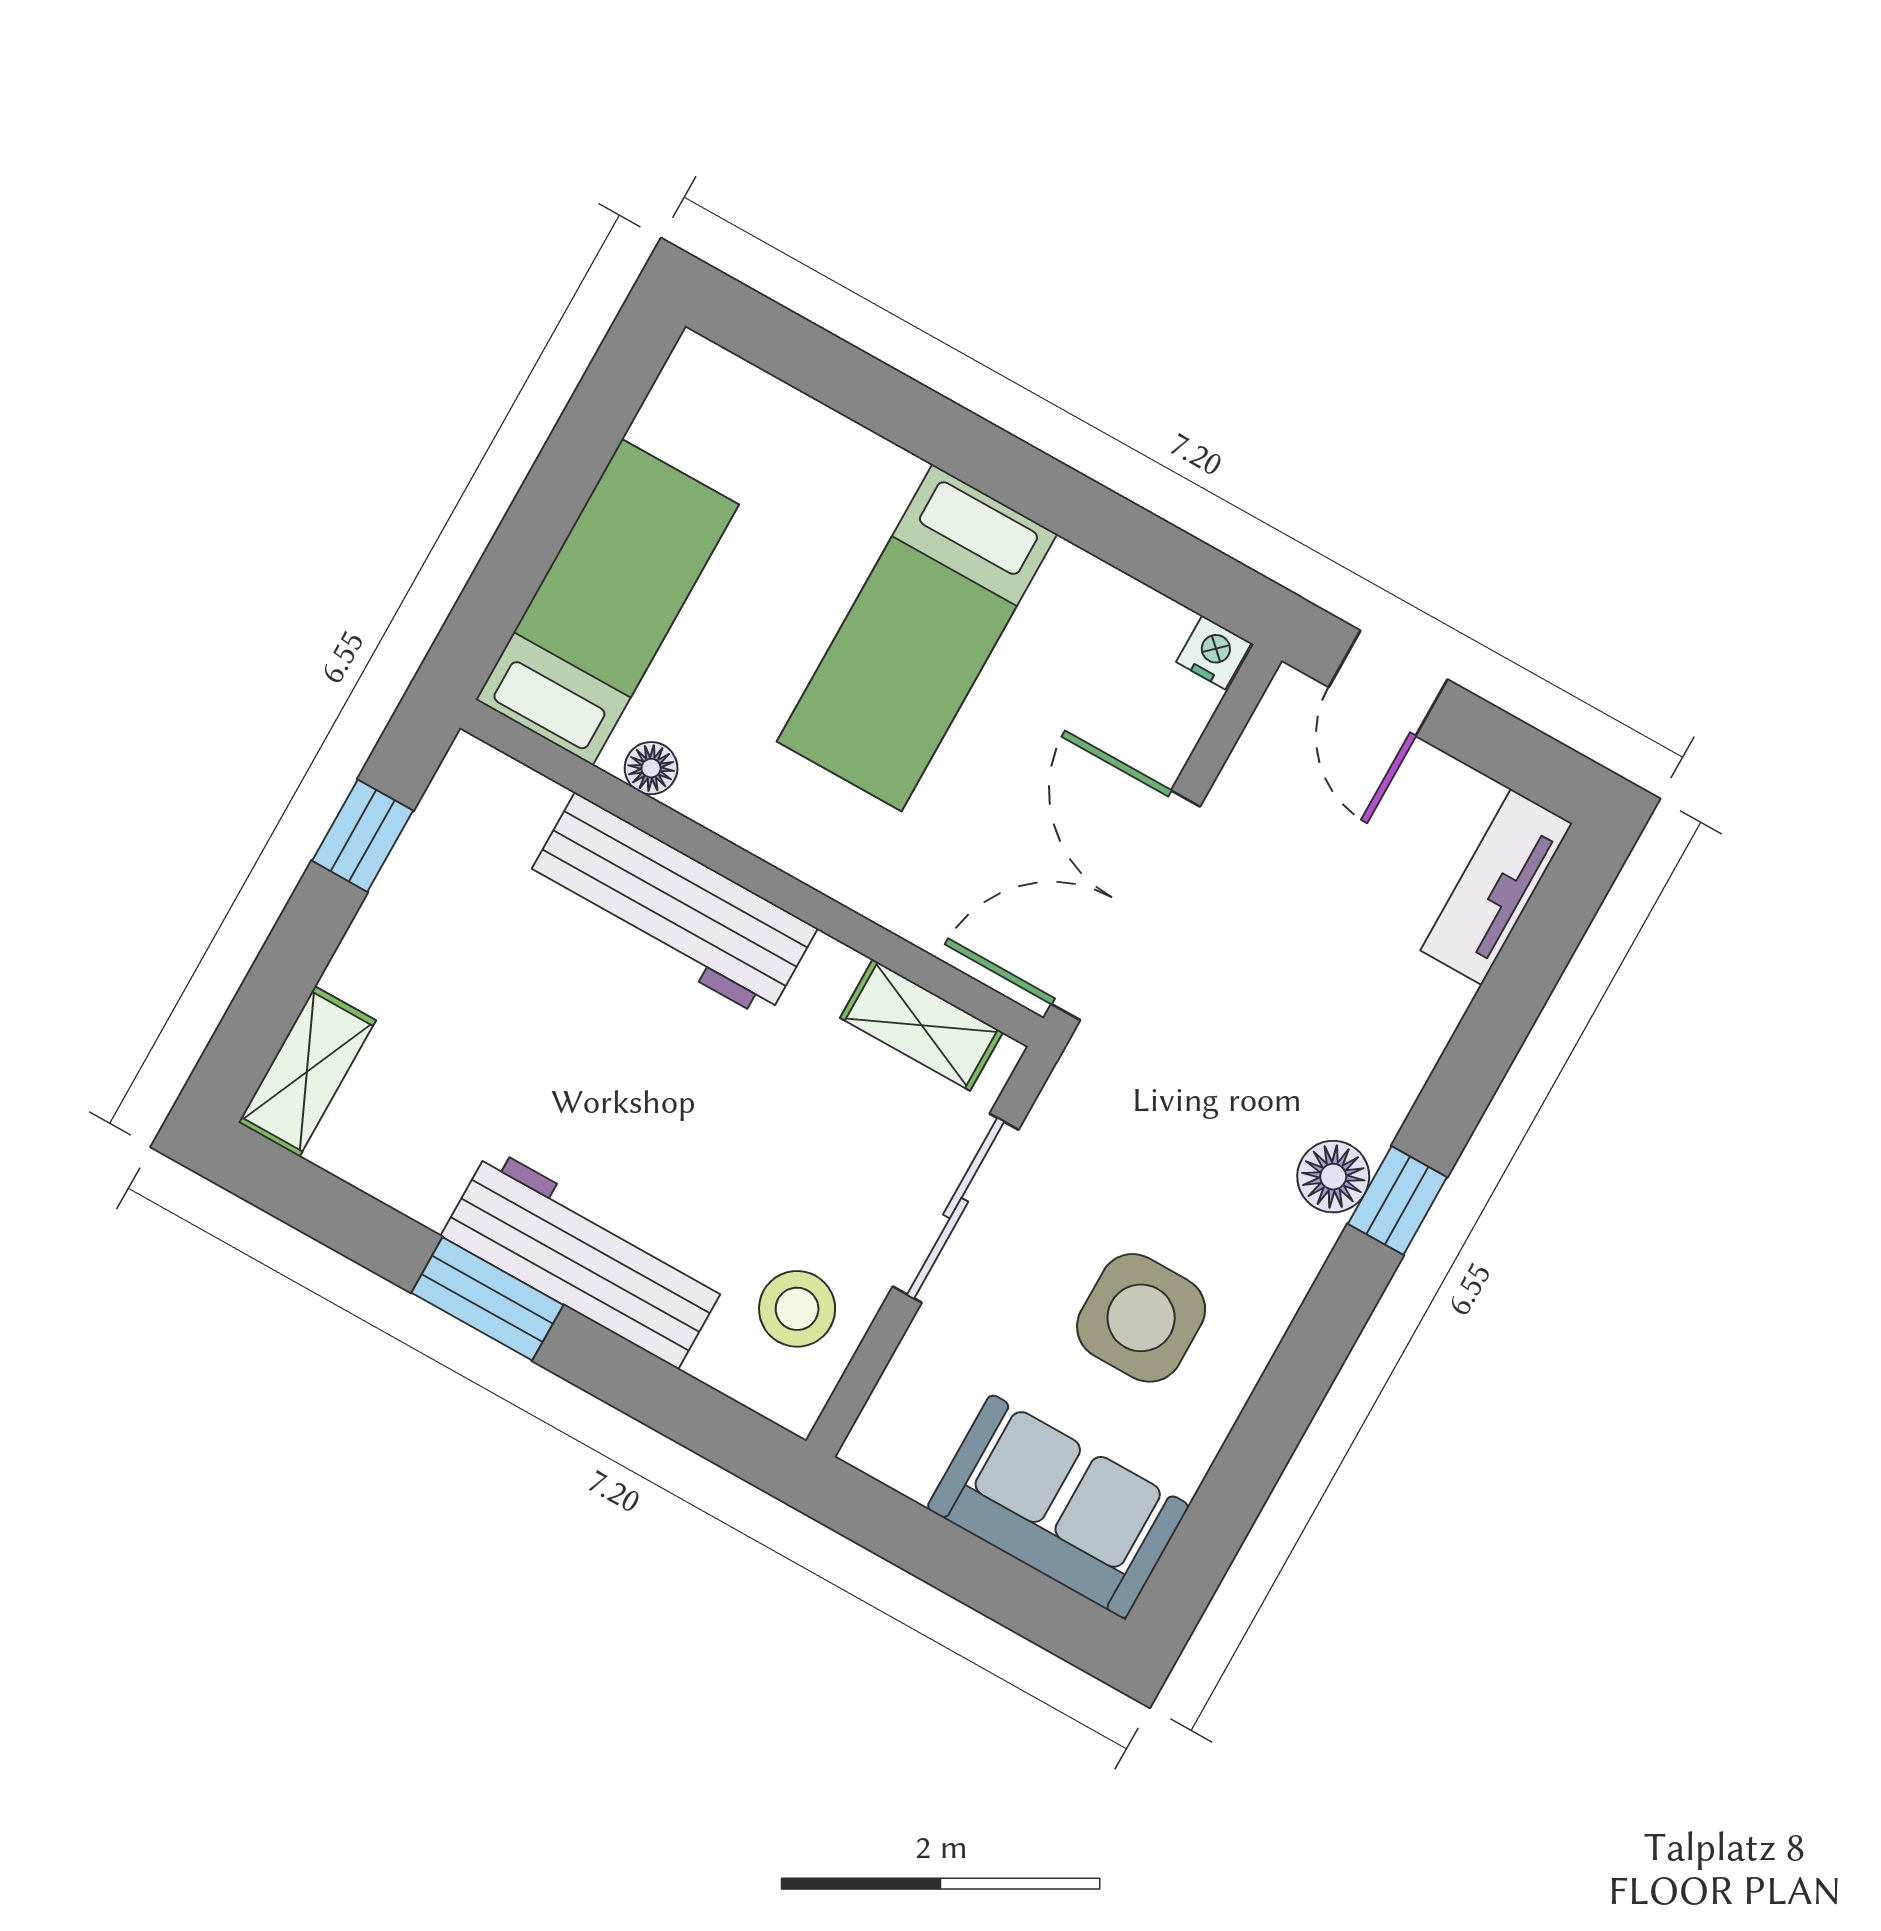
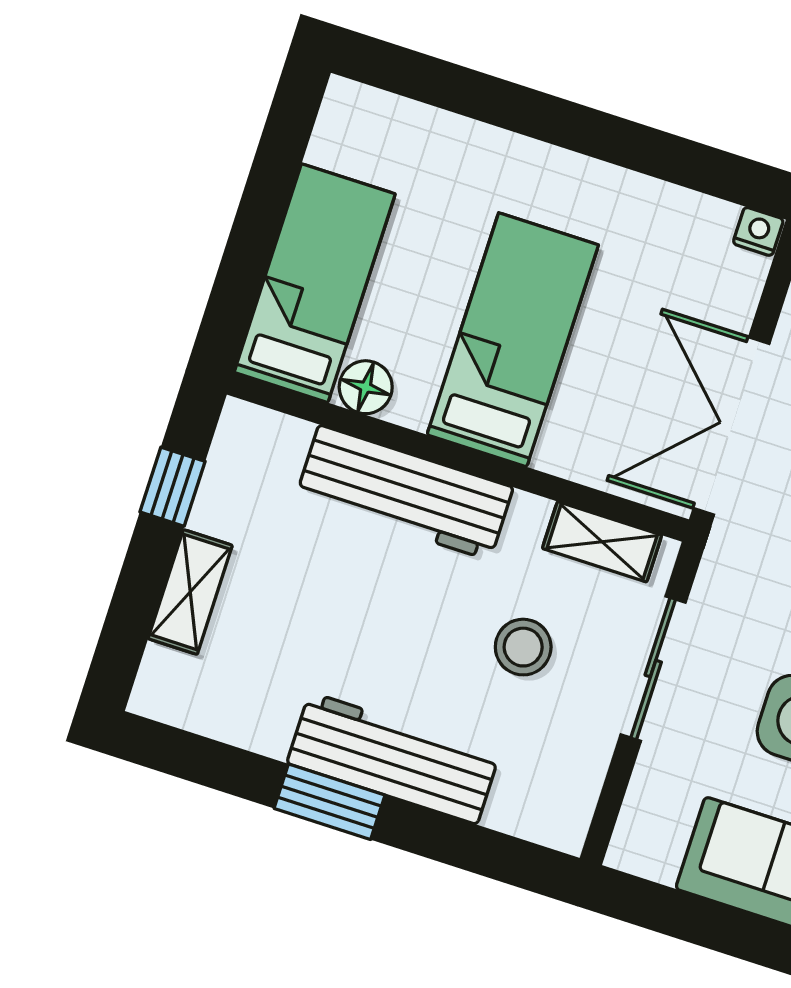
bed: (917, 638) -> (513, 340), moved, turned 180
floor lamp: (651, 768) -> (366, 387), width x1.37, depth x1.37
shelving: (307, 1071) -> (190, 592), moved
stool: (797, 1309) -> (523, 647), moved

